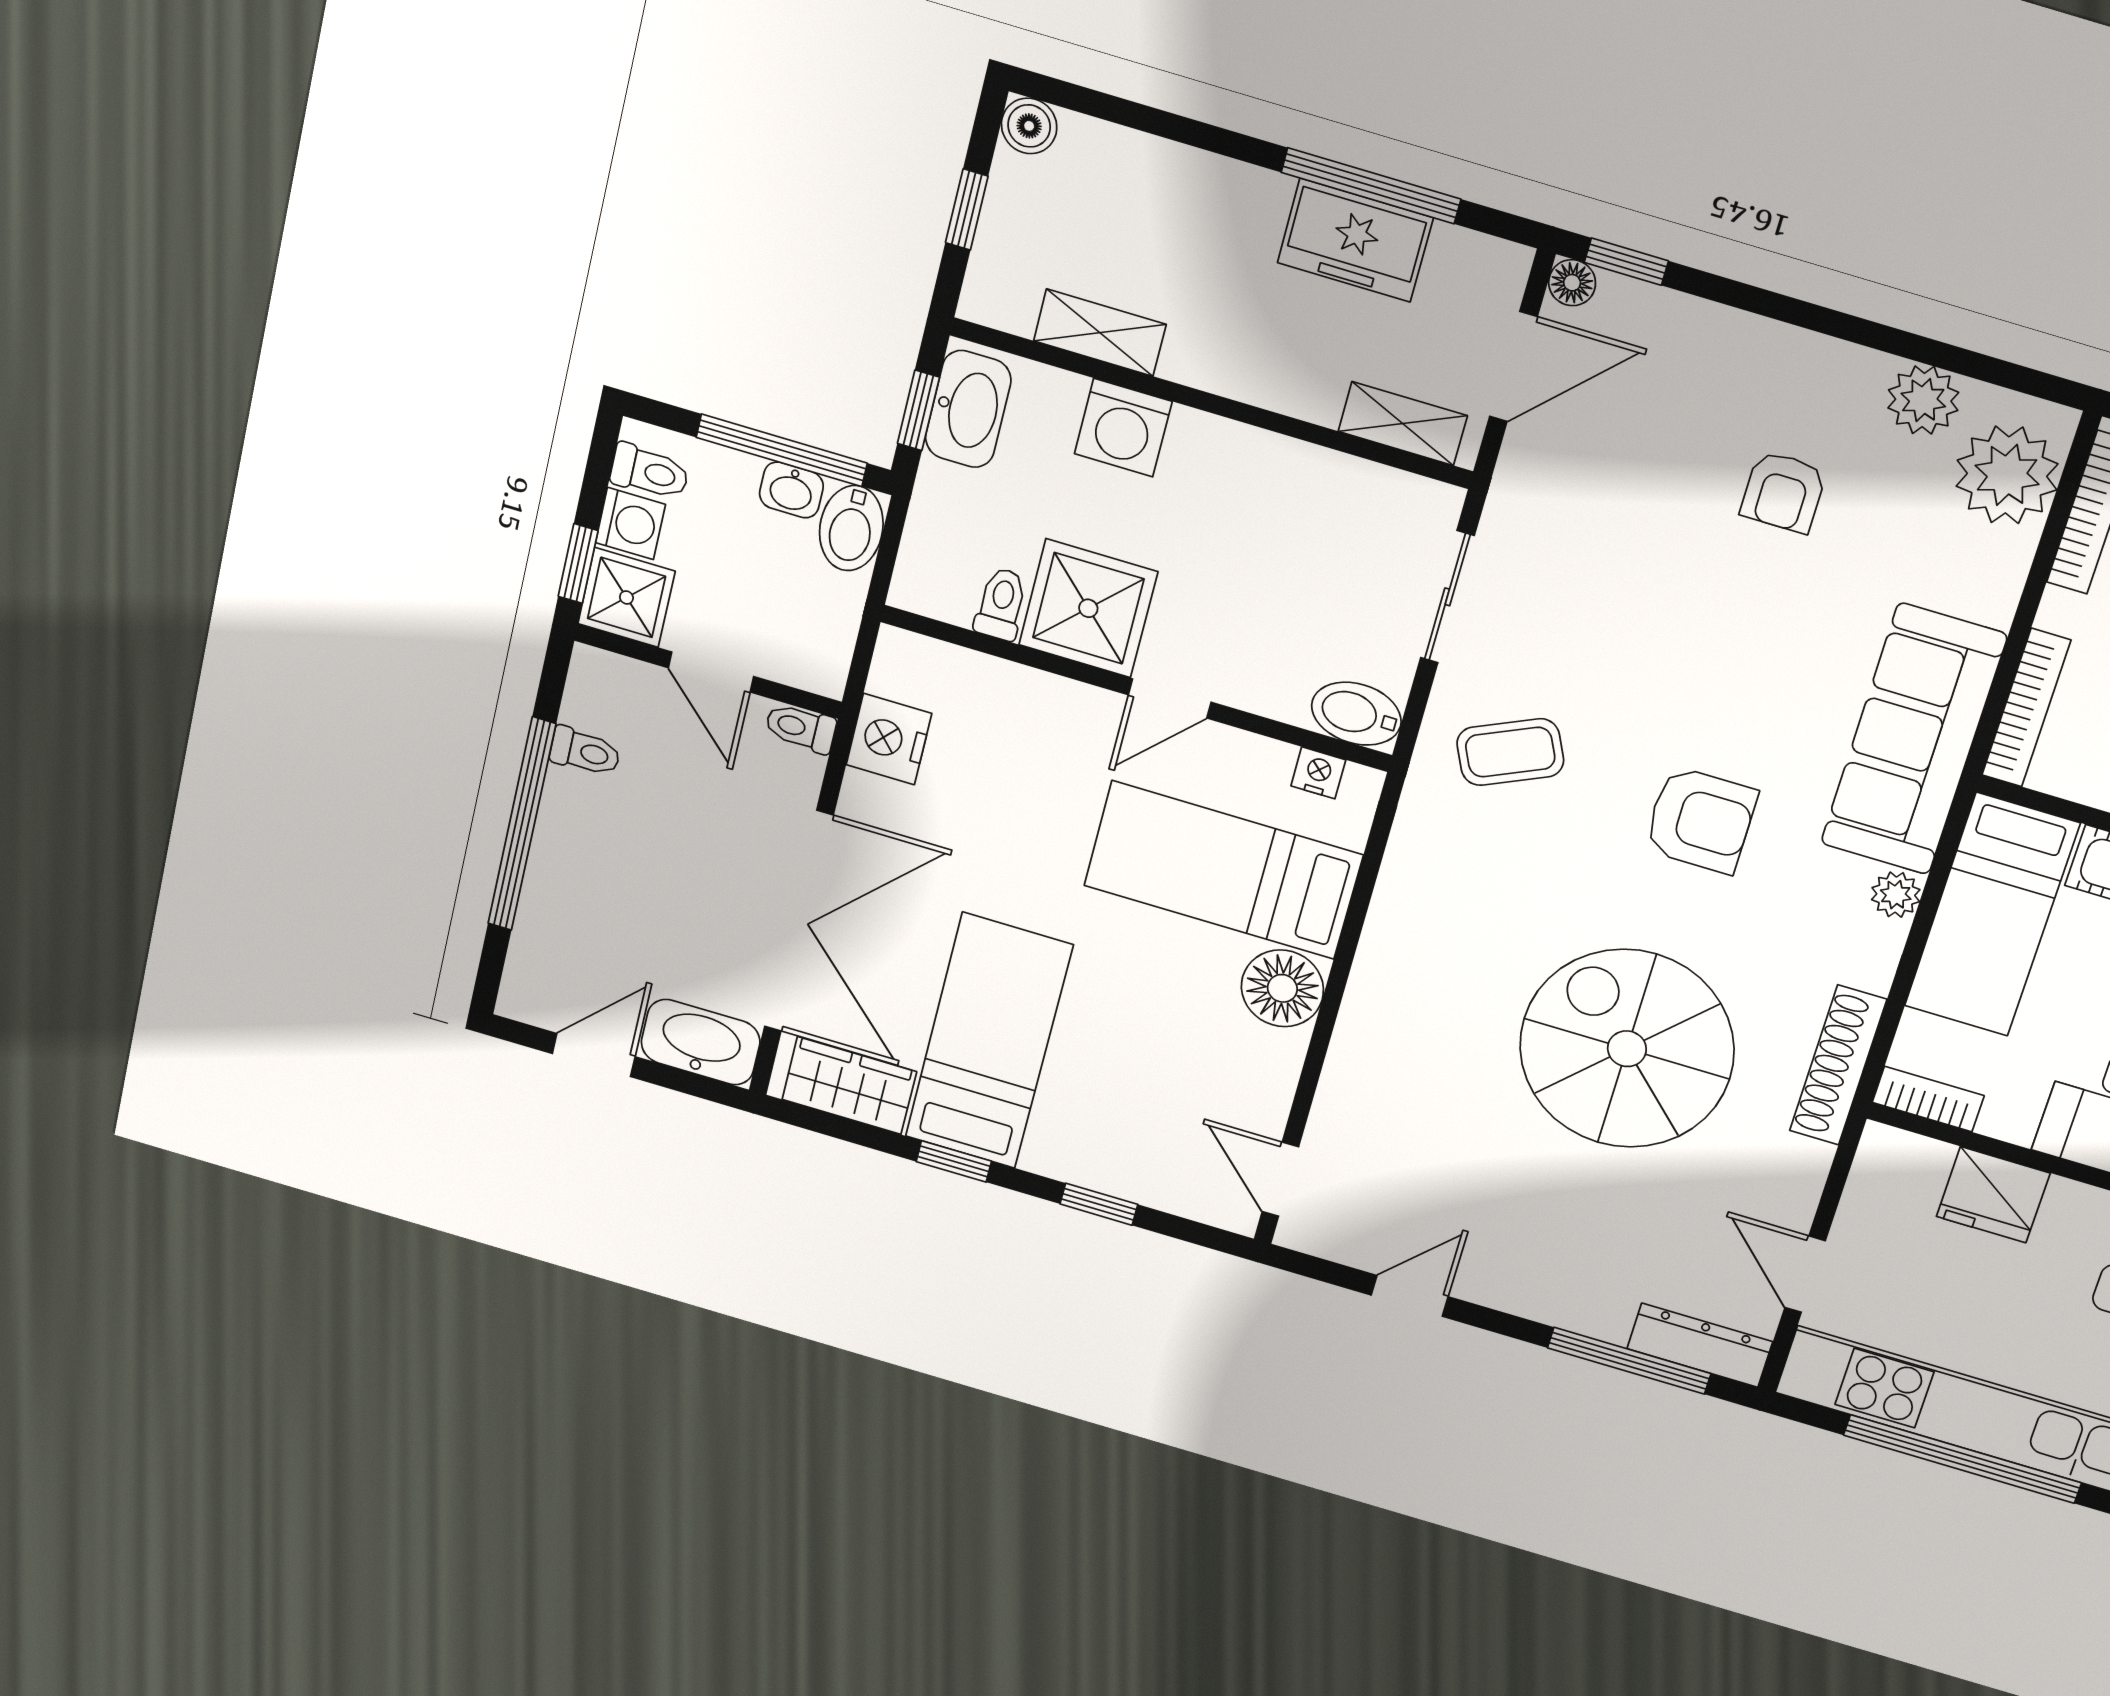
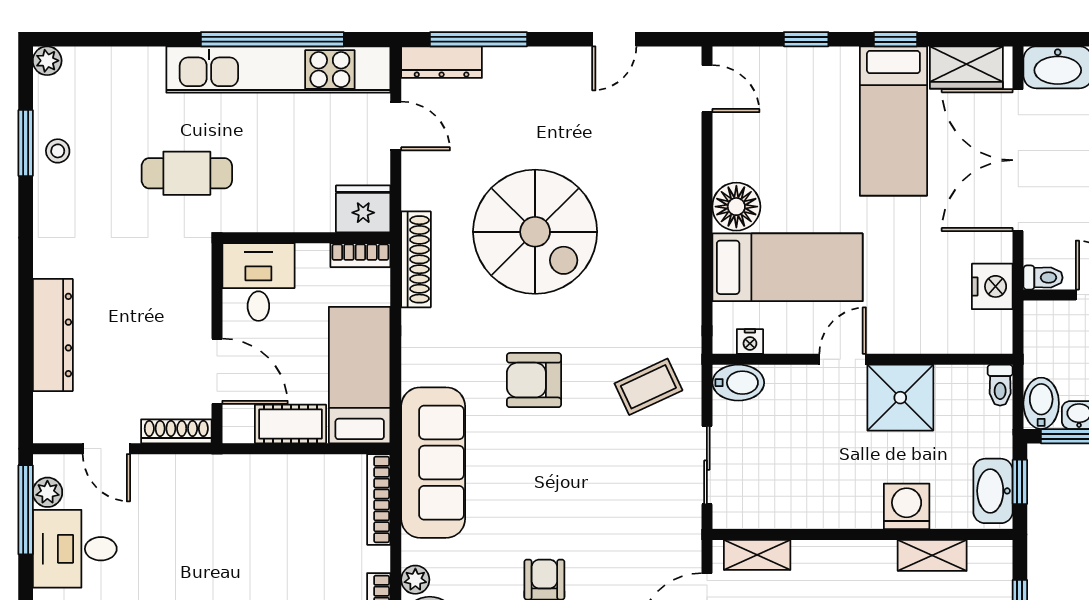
toilet: (1001, 604) -> (1000, 385), moved
plant: (1896, 895) -> (415, 580), moved
fridge: (1993, 1195) -> (363, 209), moved

